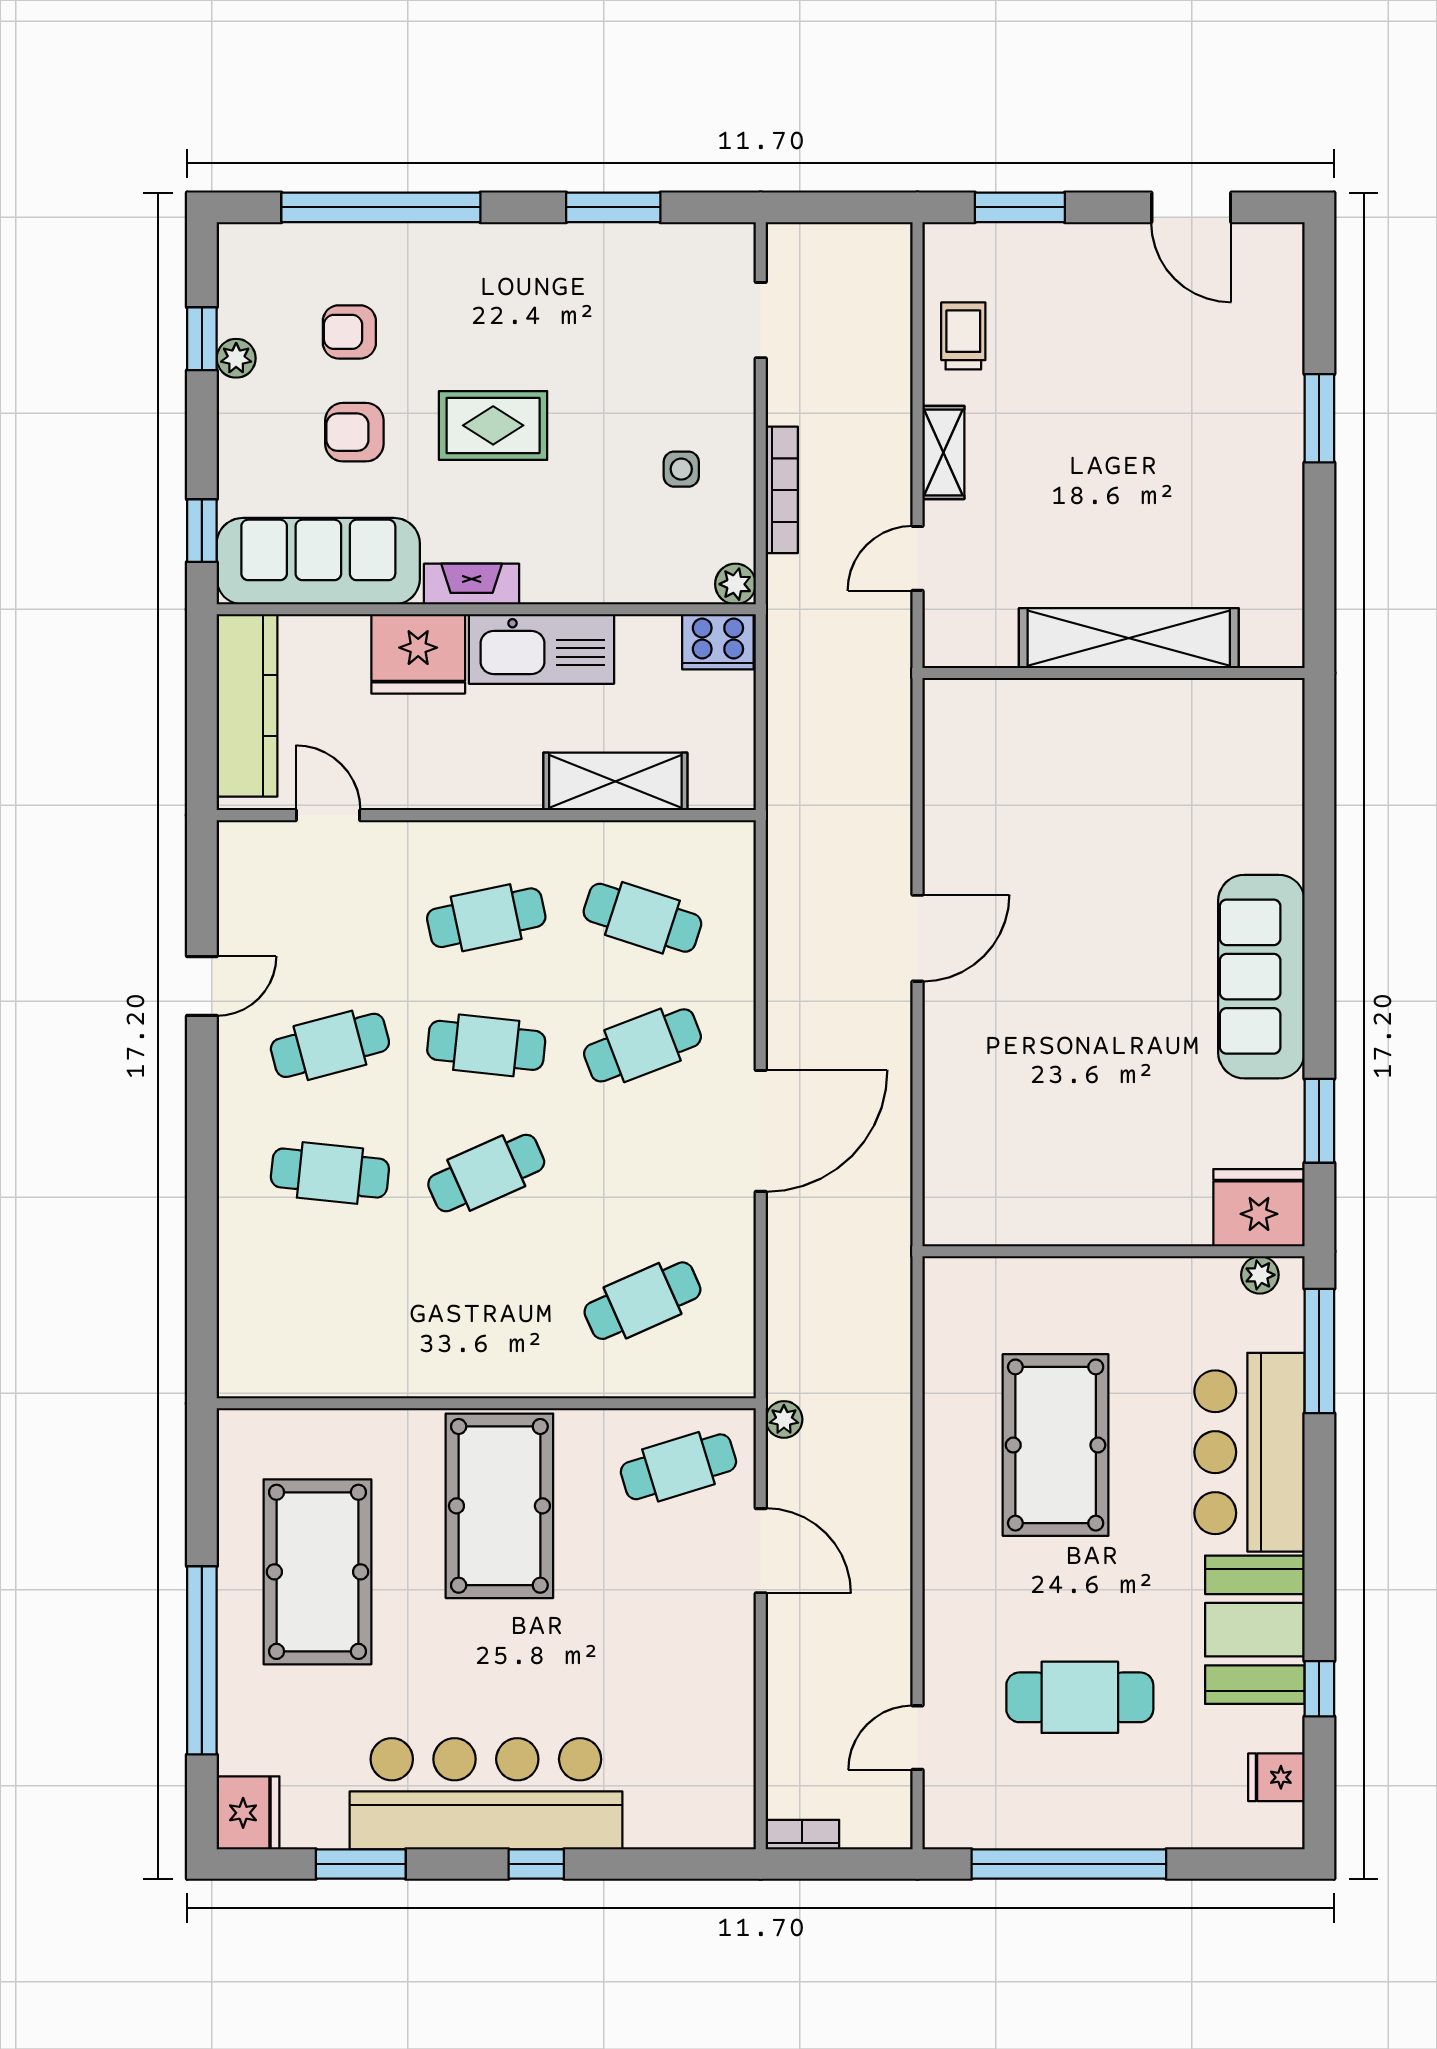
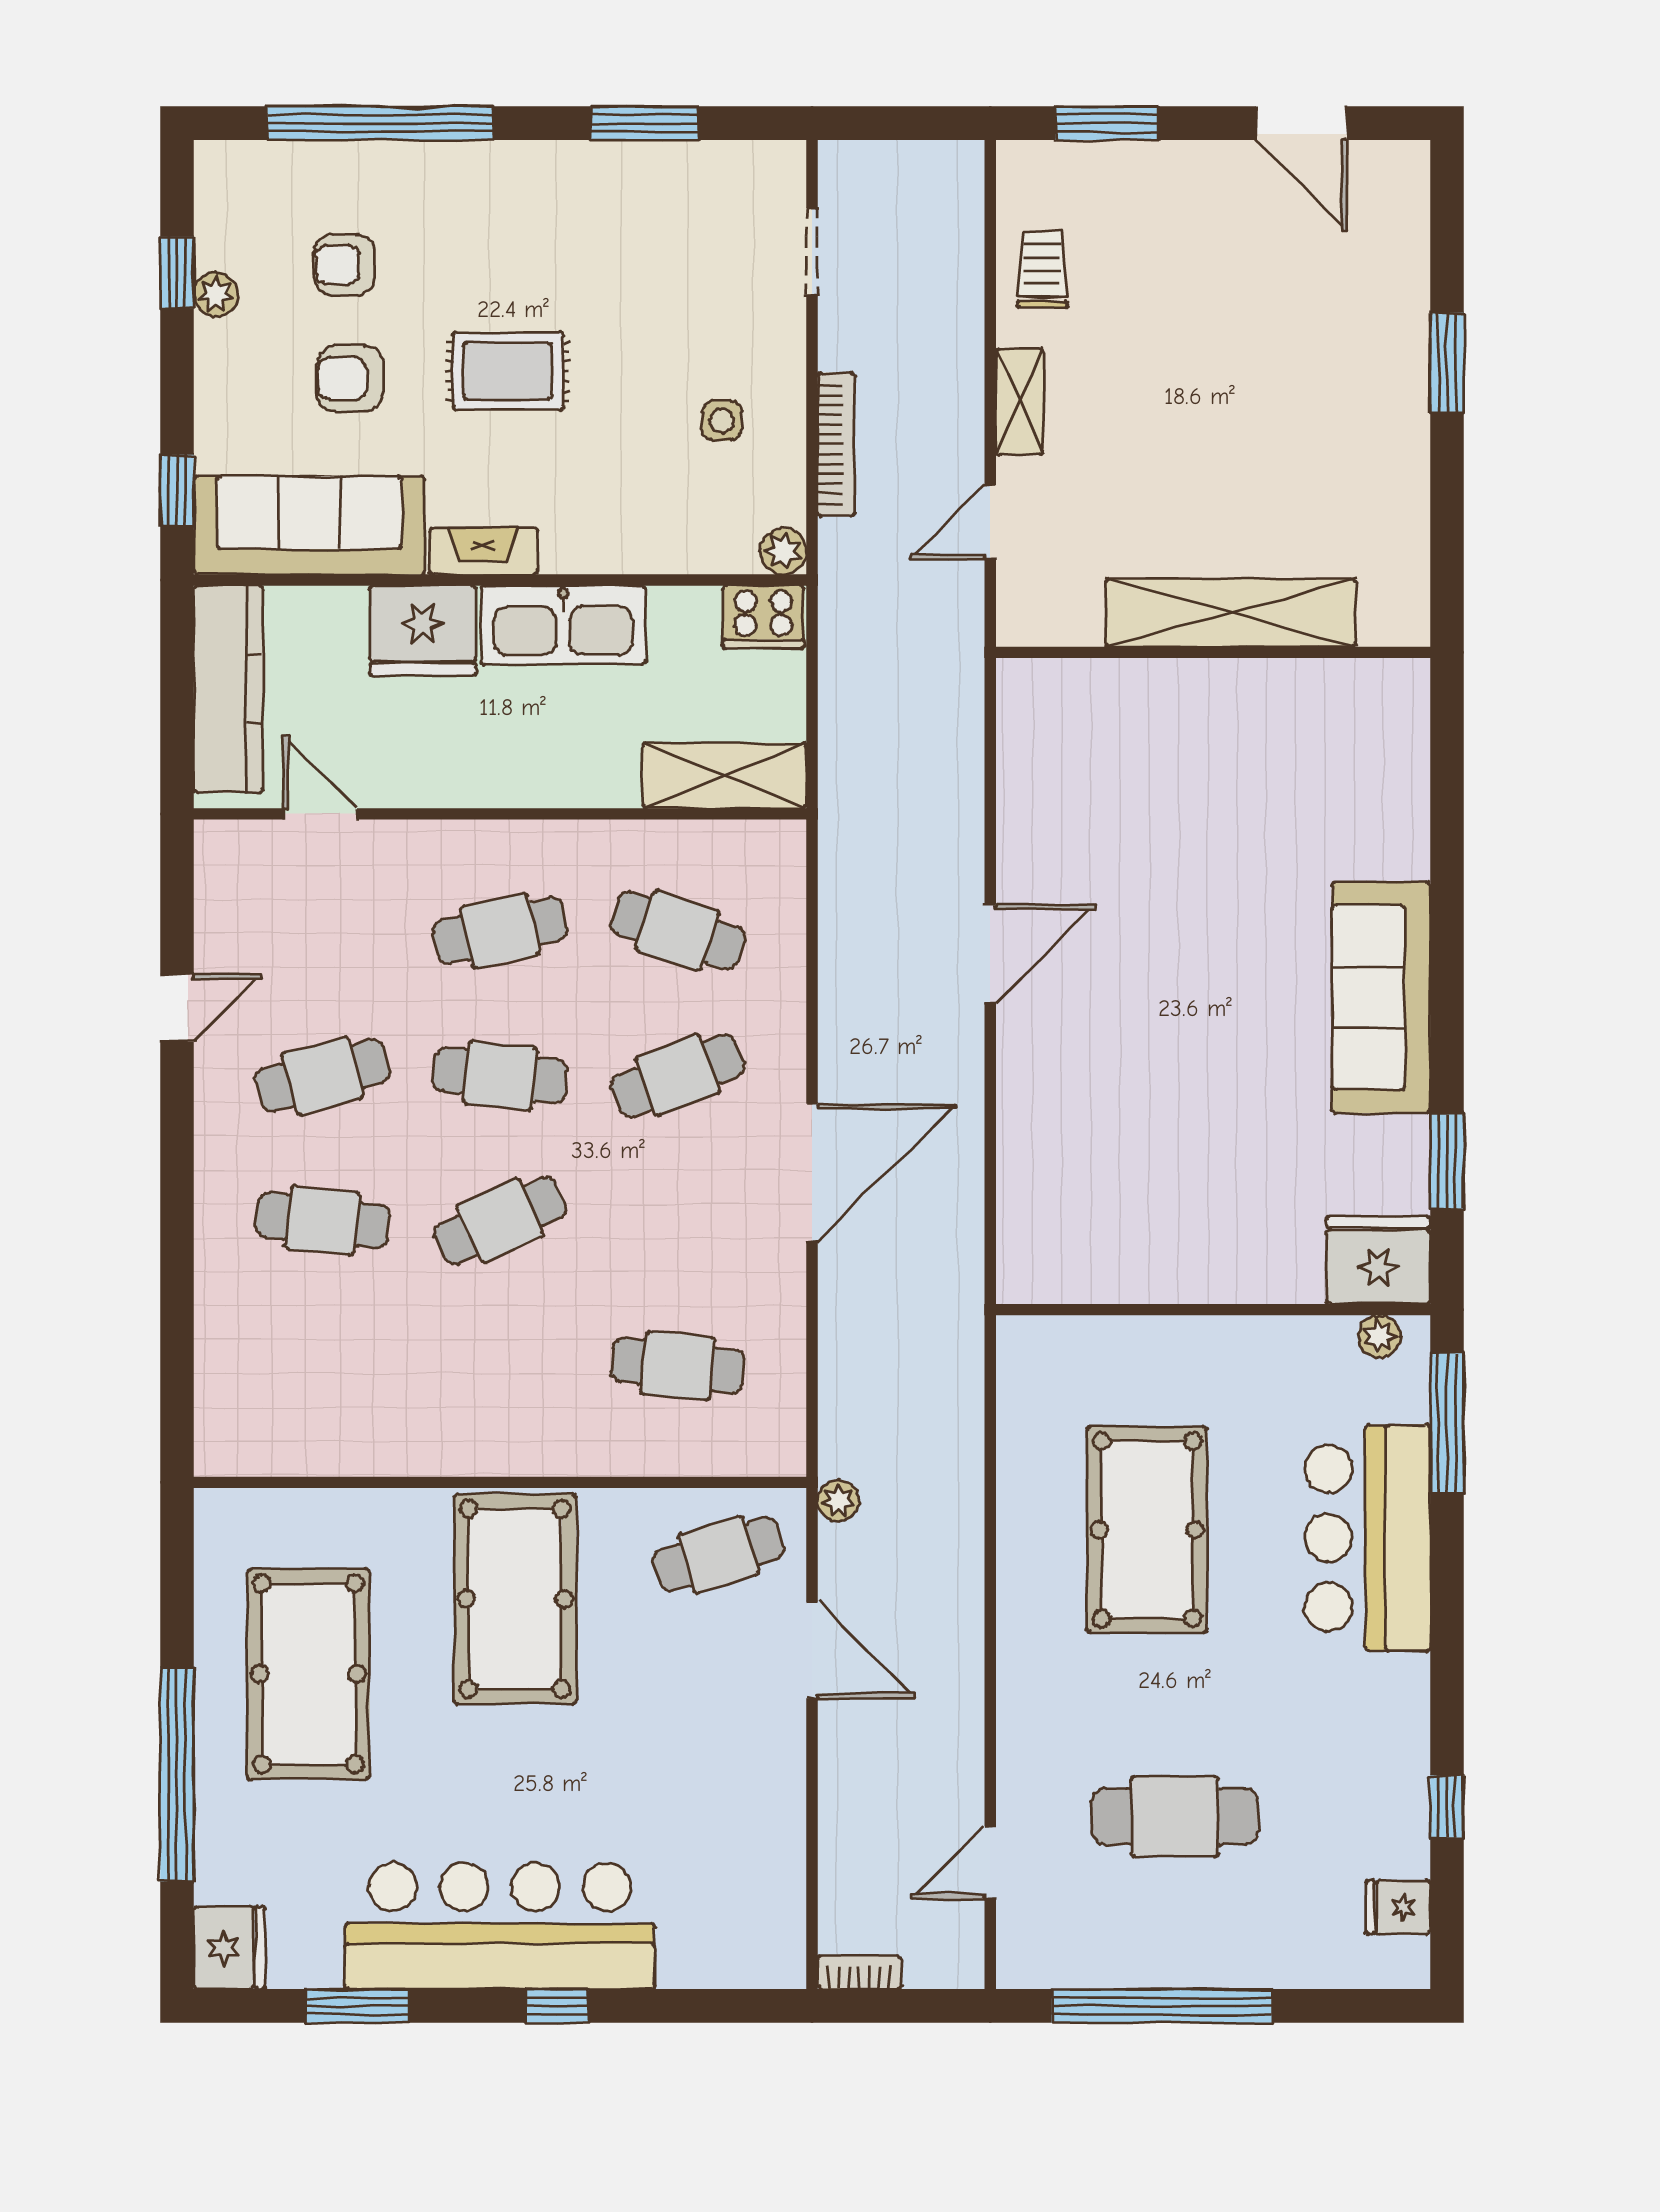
shelving: (615, 781) -> (725, 776), moved
cafe table: (642, 1301) -> (678, 1366), turned 30
booth: (1255, 1630) -> (1374, 1740), removed

